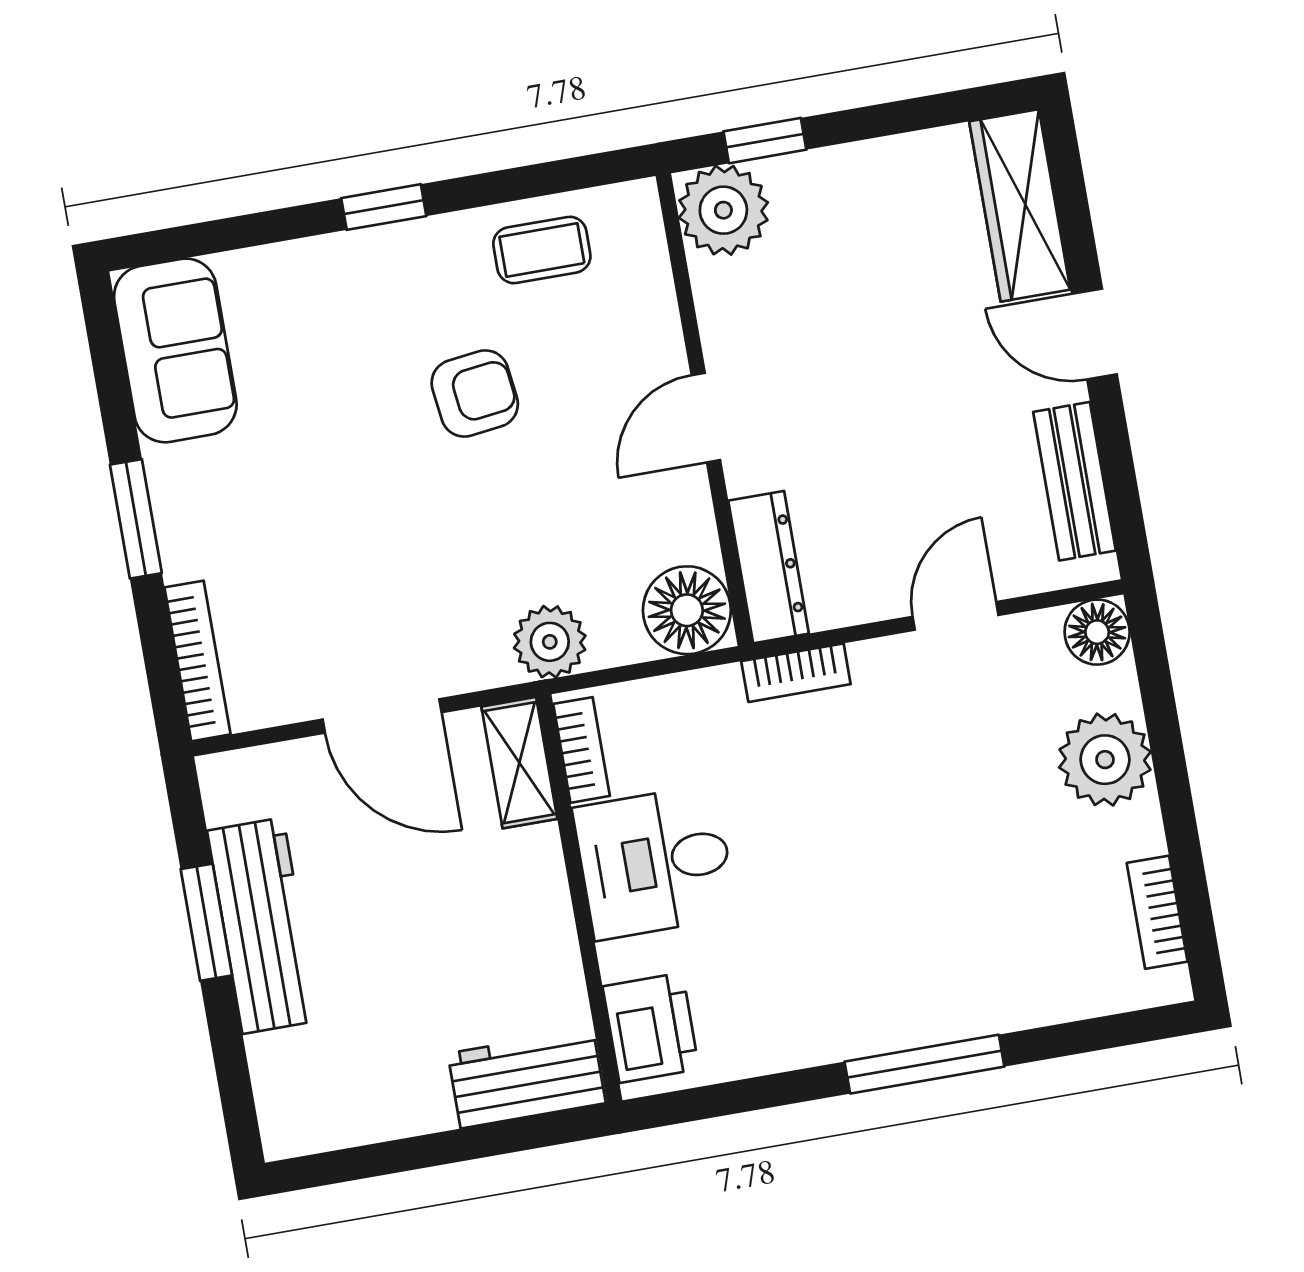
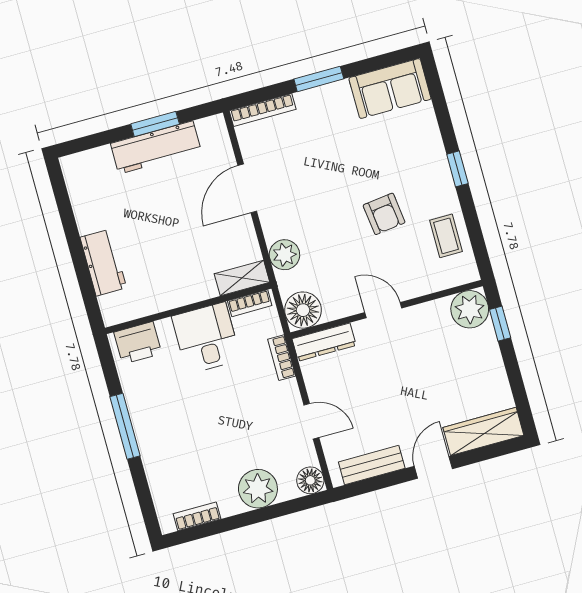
bookcase: (582, 750) -> (250, 303), moved
shelving: (519, 763) -> (242, 278), moved
desk: (655, 862) -> (206, 338), moved
wall: (579, 899) -> (188, 308), moved
printer: (651, 1028) -> (138, 343), moved

